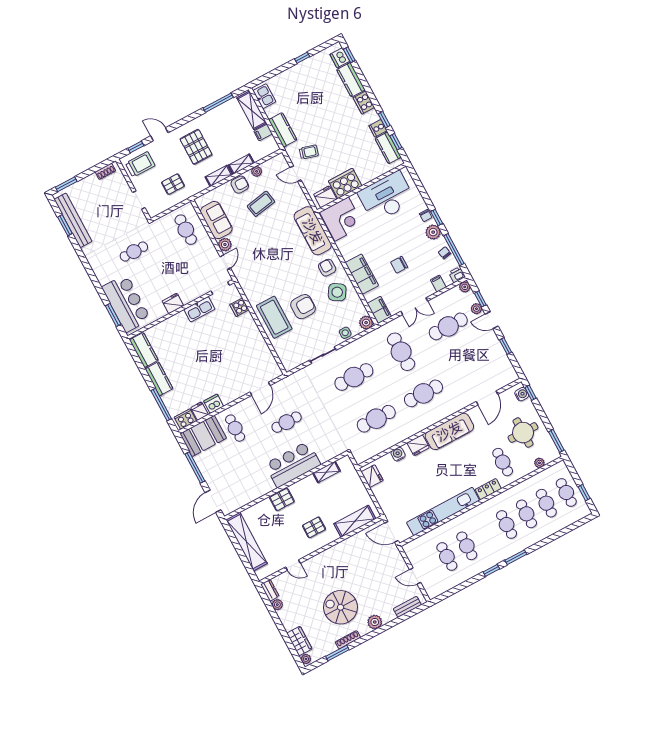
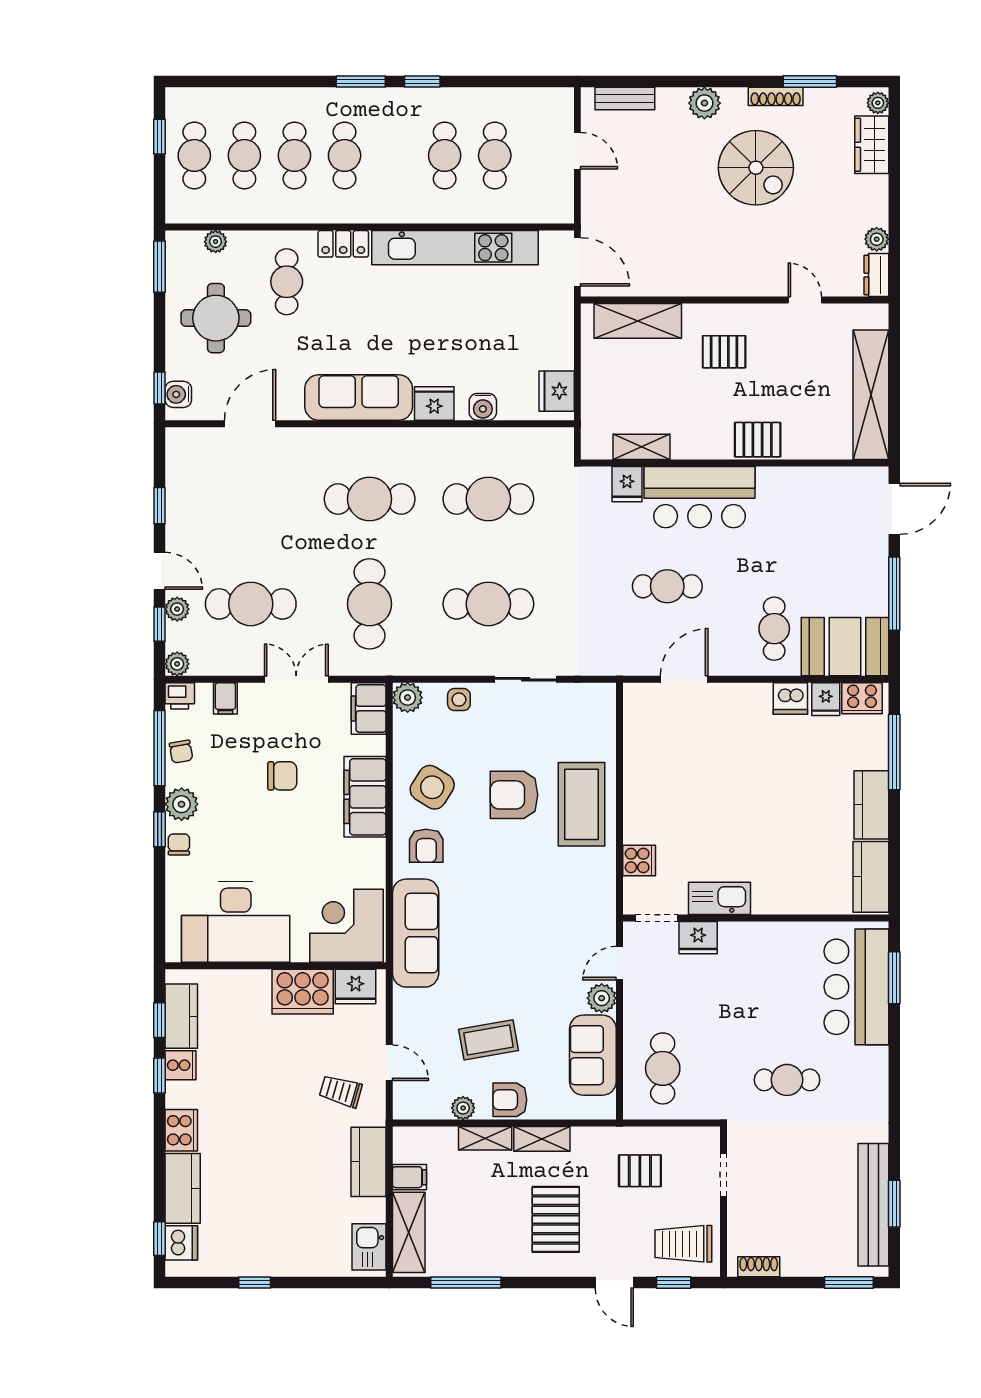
fridge: (173, 303) -> (698, 938), moved
fridge: (324, 454) -> (627, 484), added

